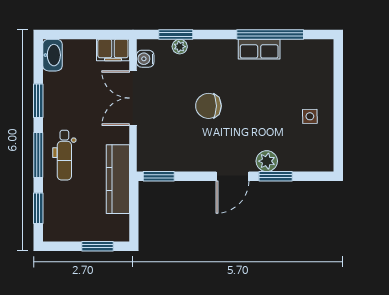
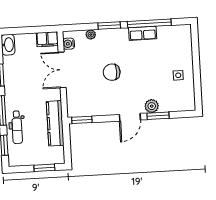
window: (176, 35) -> (109, 26), moved
dental chair: (64, 155) -> (17, 127), moved

